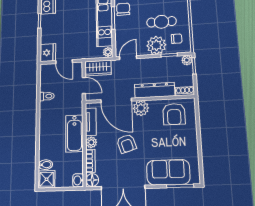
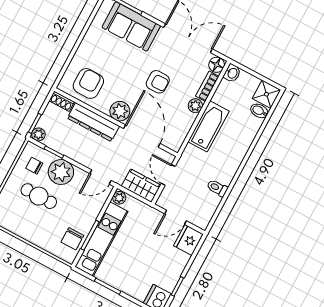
door: (64, 62) -> (175, 217), swing flipped
tv unit: (91, 122) -> (183, 129), removed
armchair: (127, 144) -> (158, 82), turned 108

